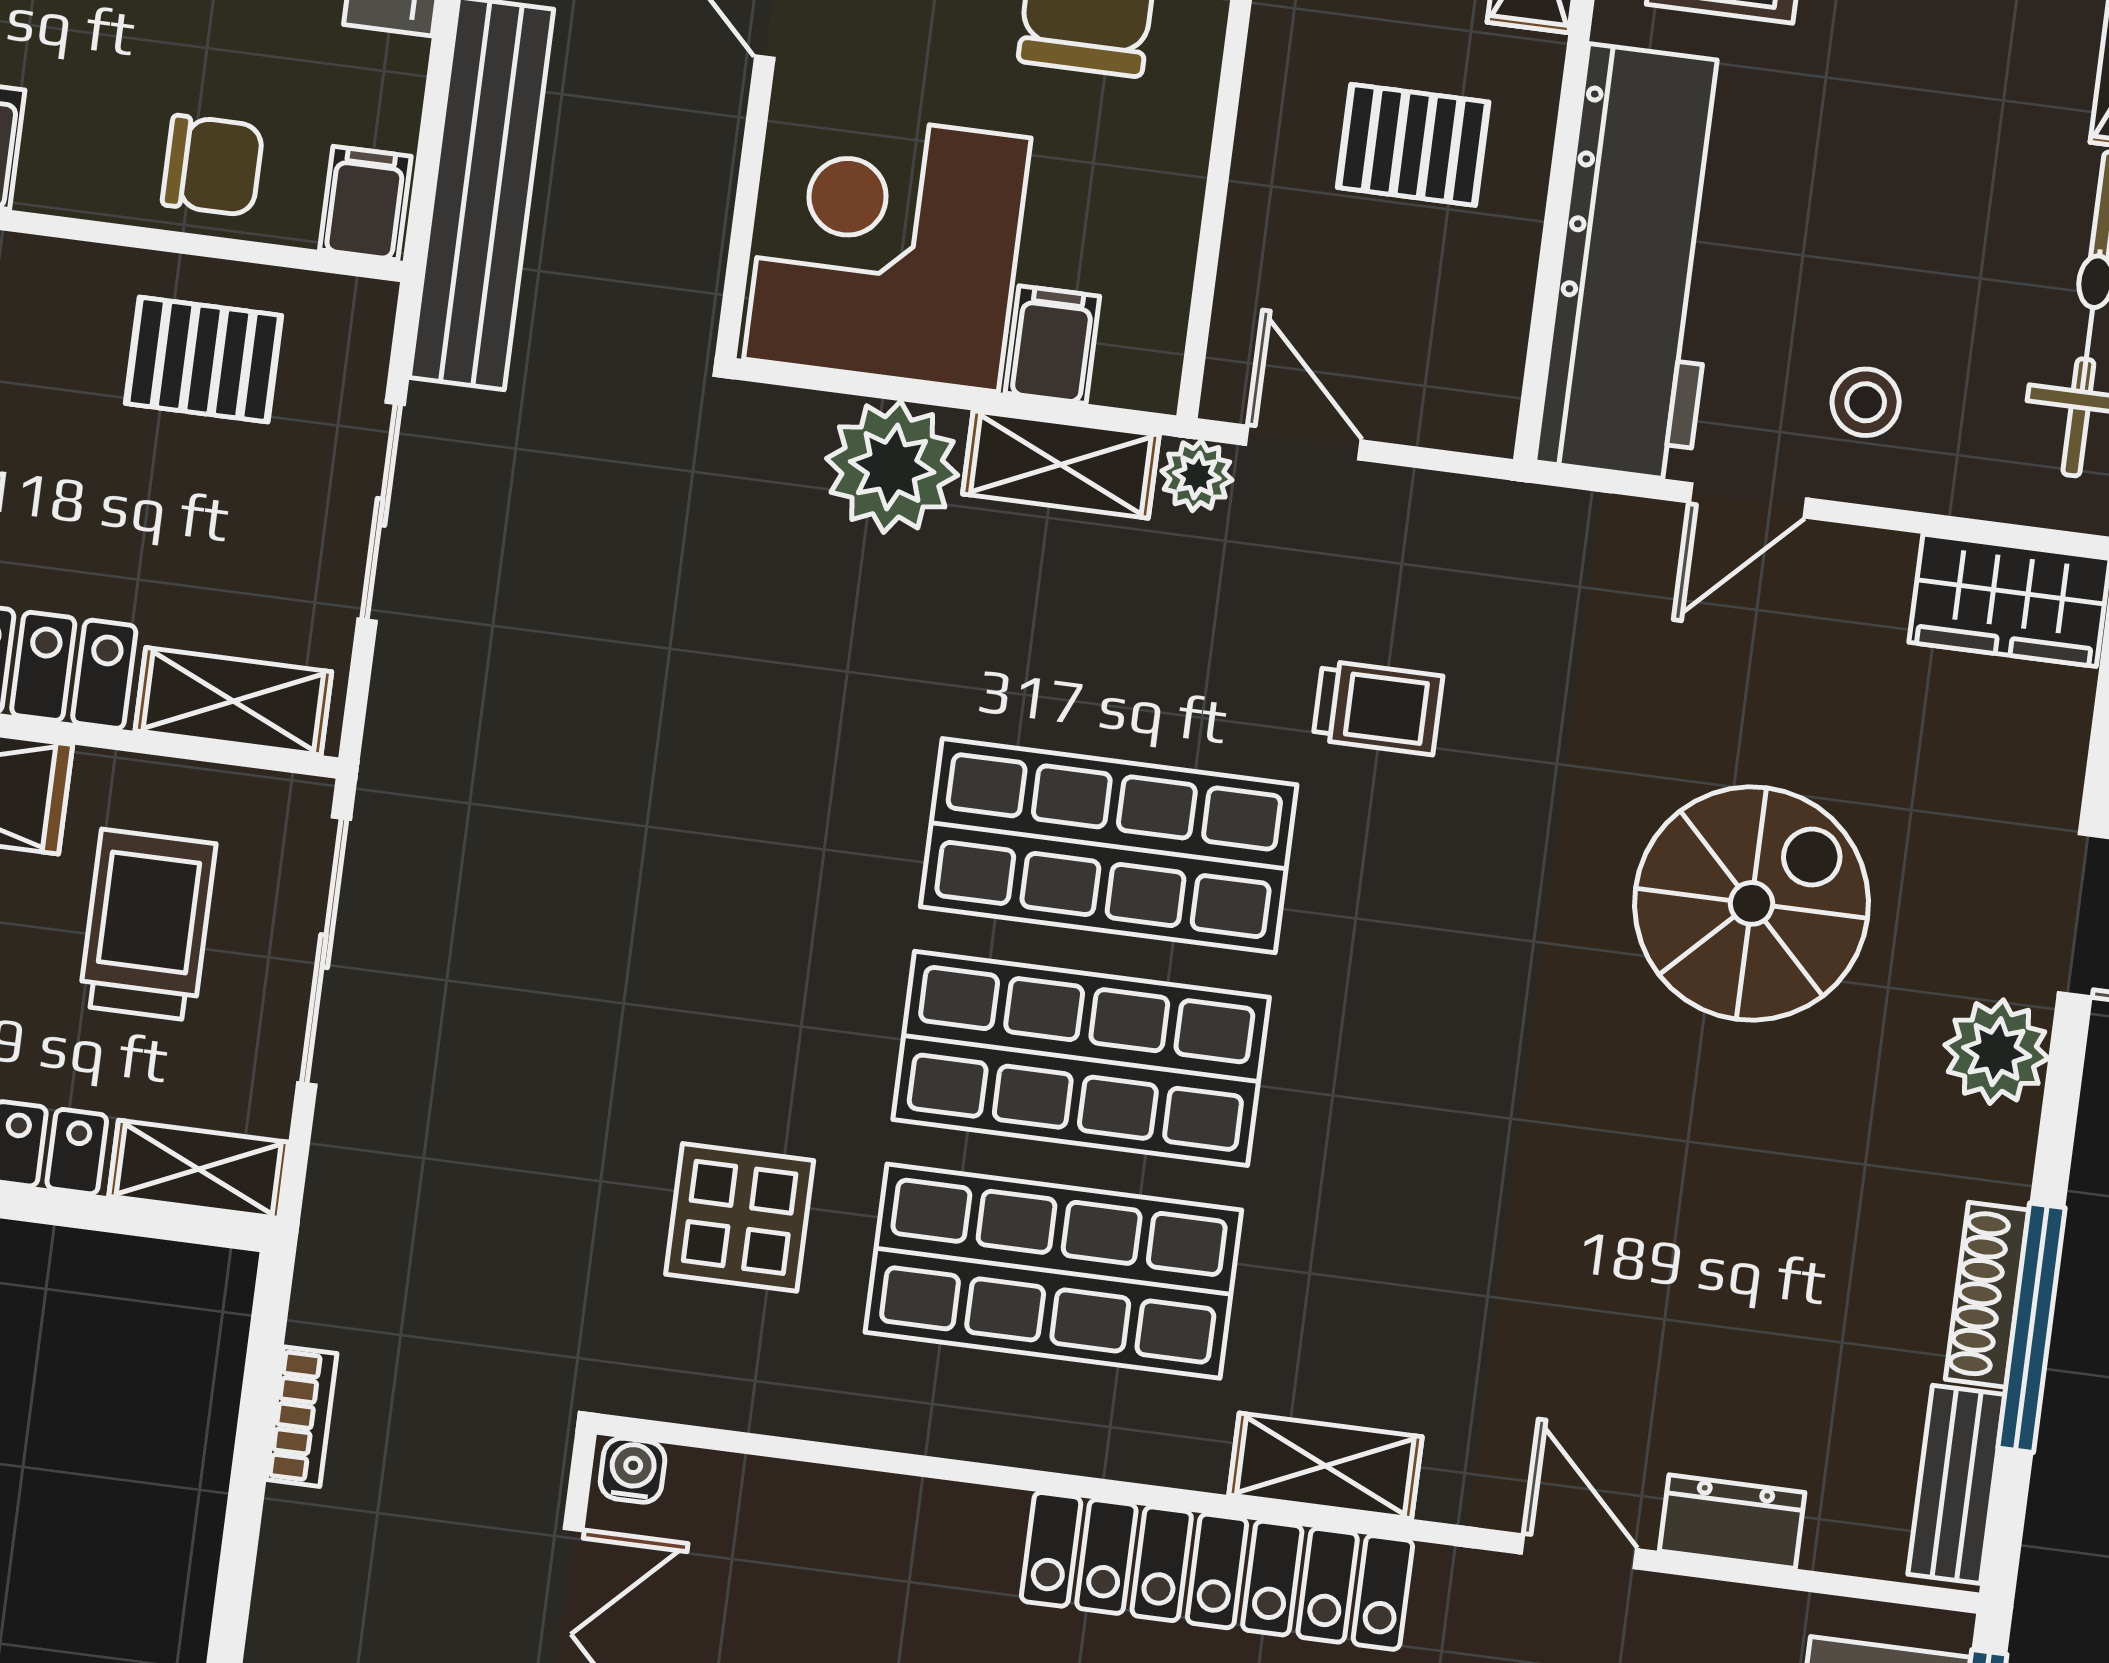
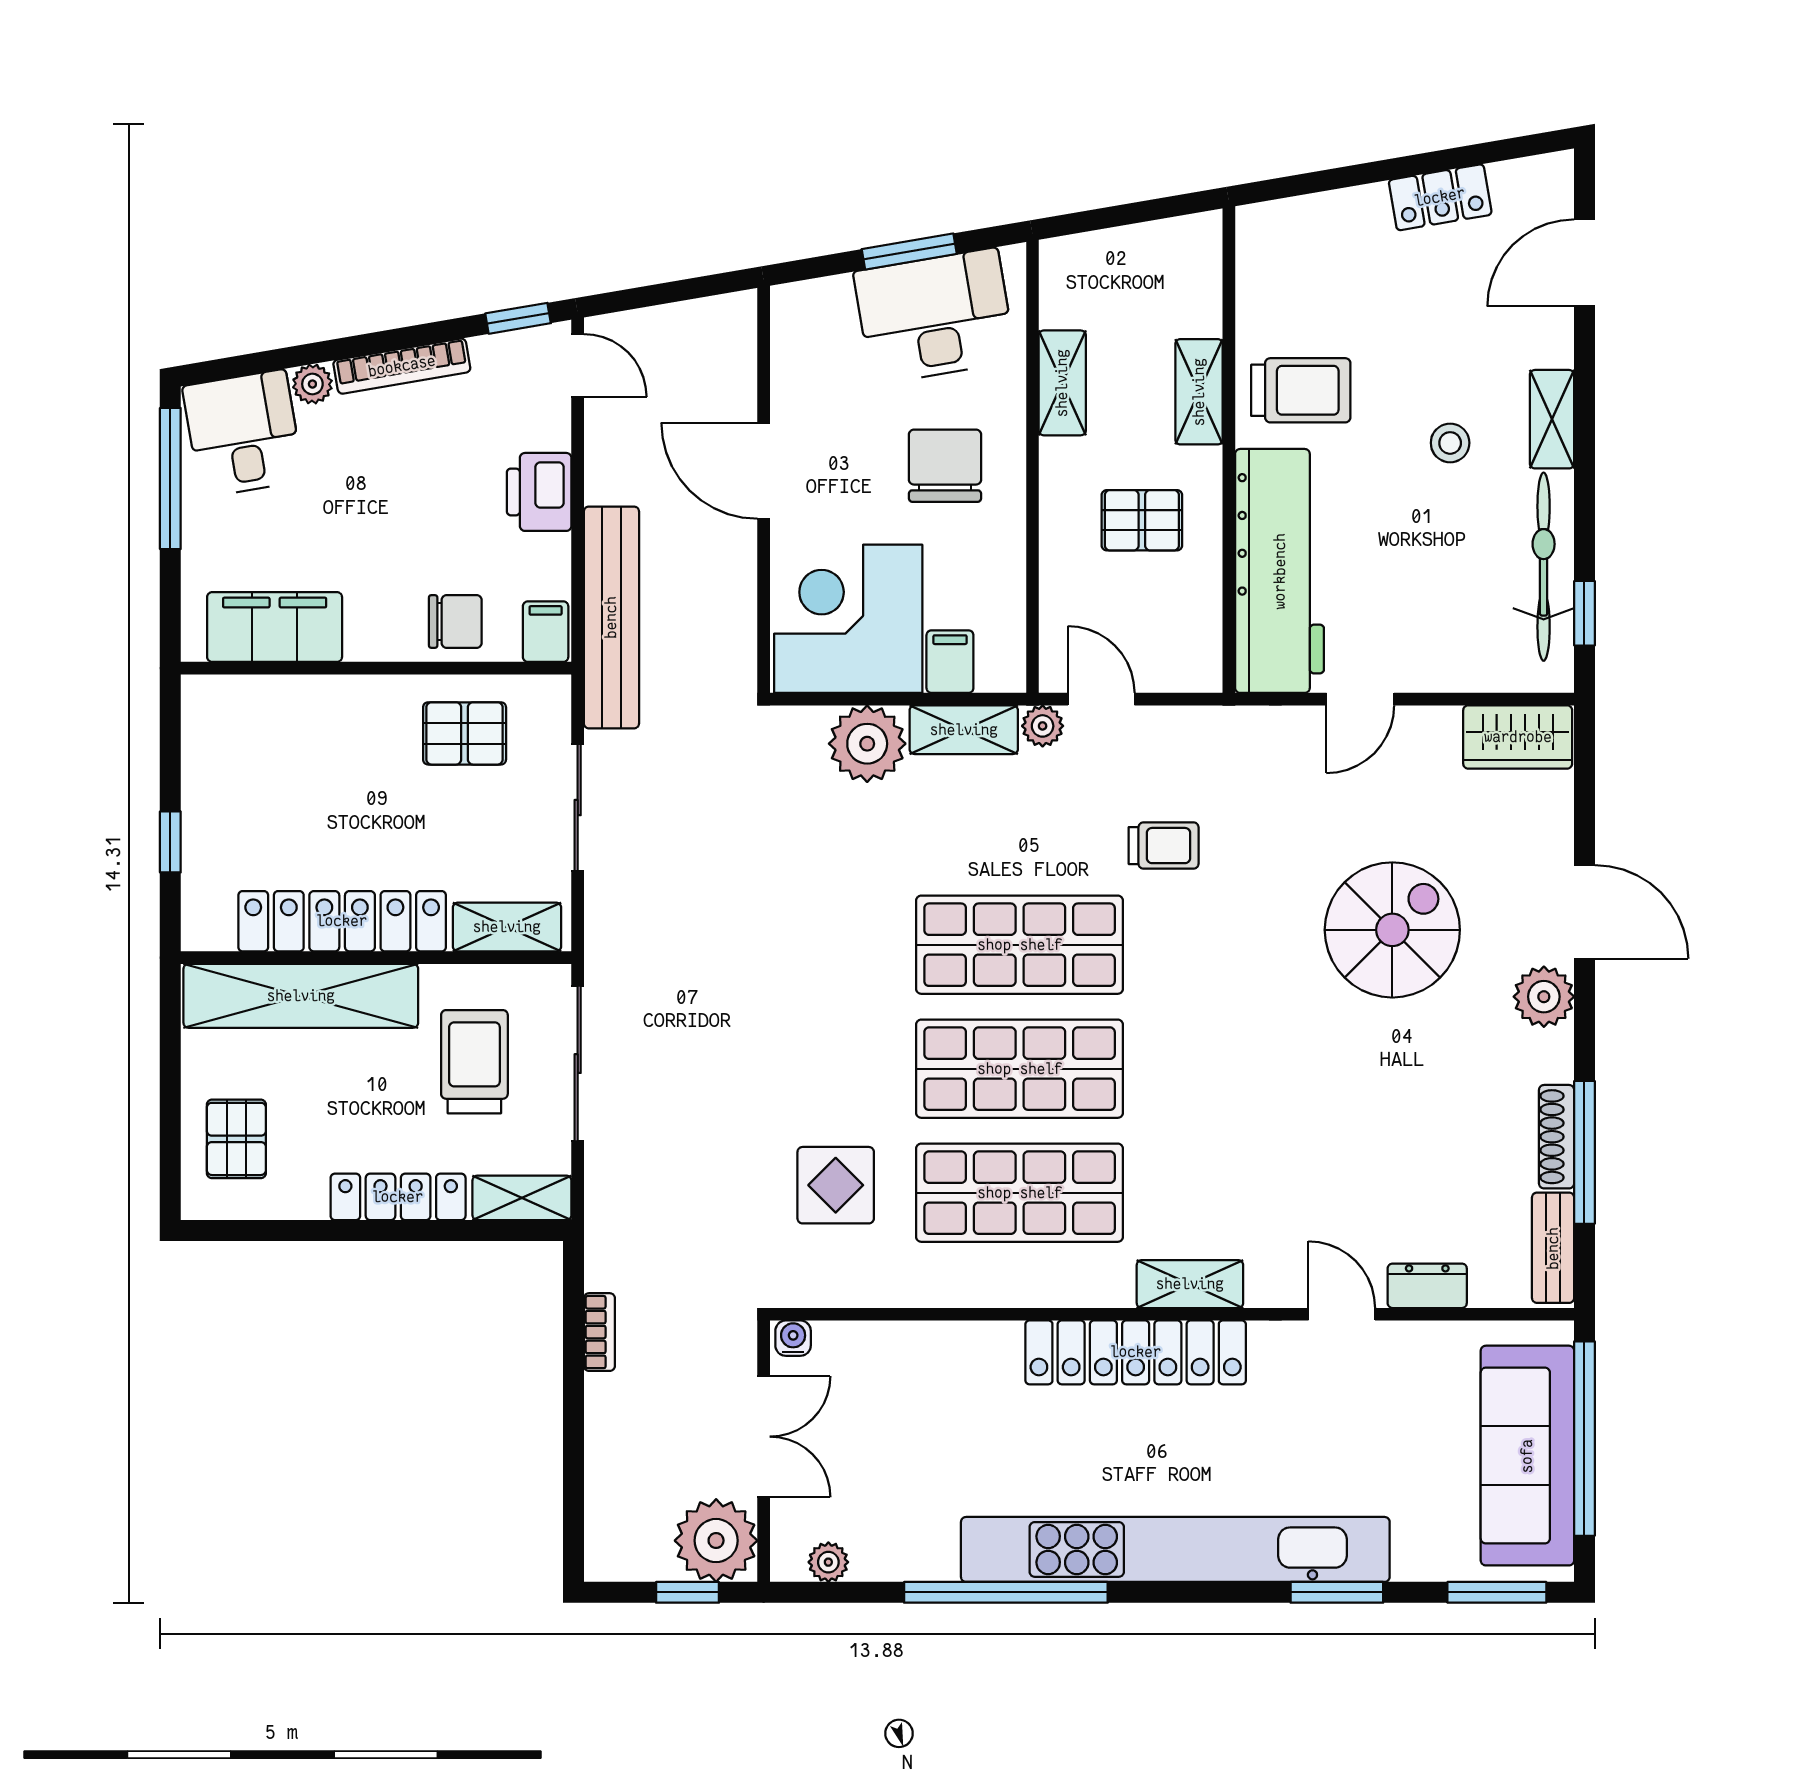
stool: (1866, 402) -> (1450, 443), moved

